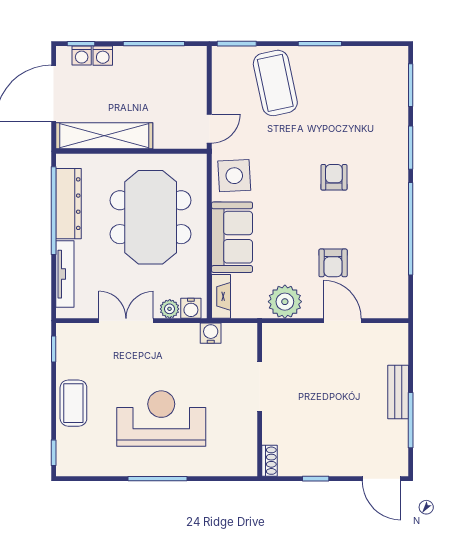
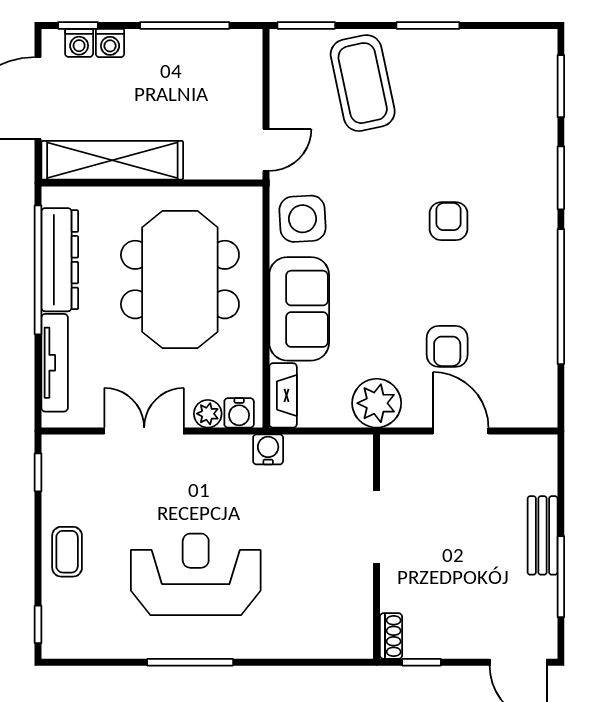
doorway: (260, 386) -> (377, 527), moved
wall: (260, 400) -> (377, 547), moved
coffee table: (73, 403) -> (67, 552), width x0.73, depth x0.77
shoe rack: (269, 461) -> (391, 636), moved

